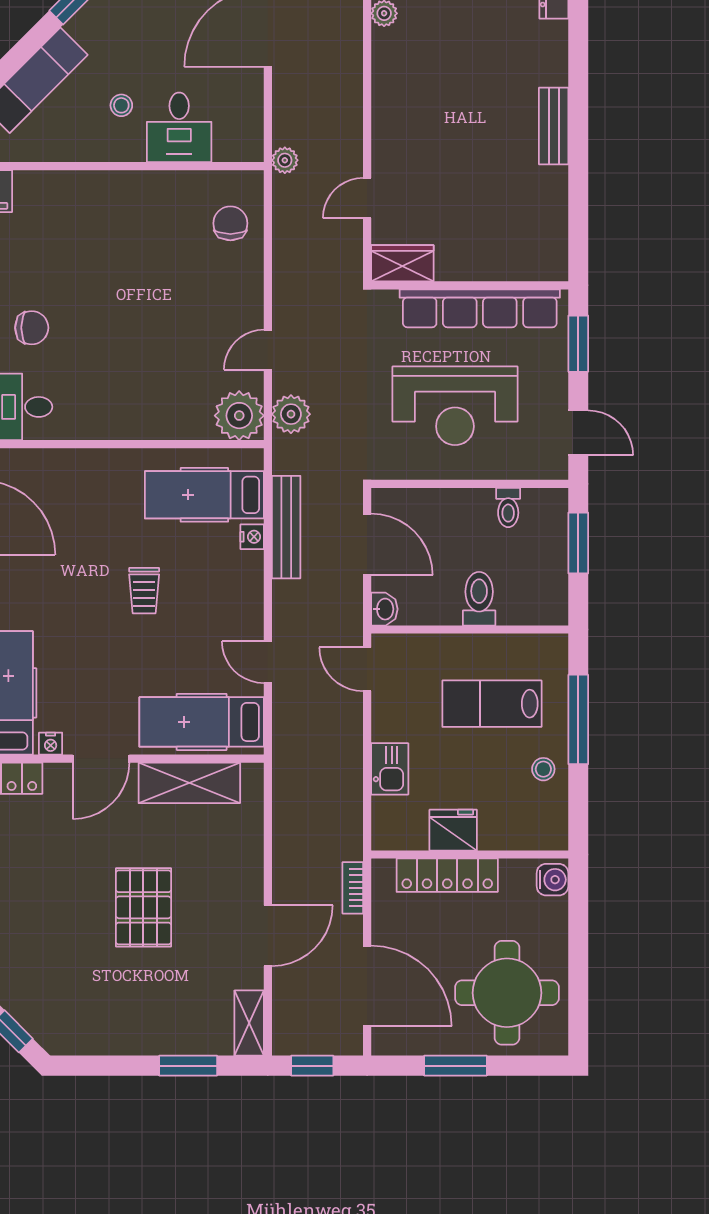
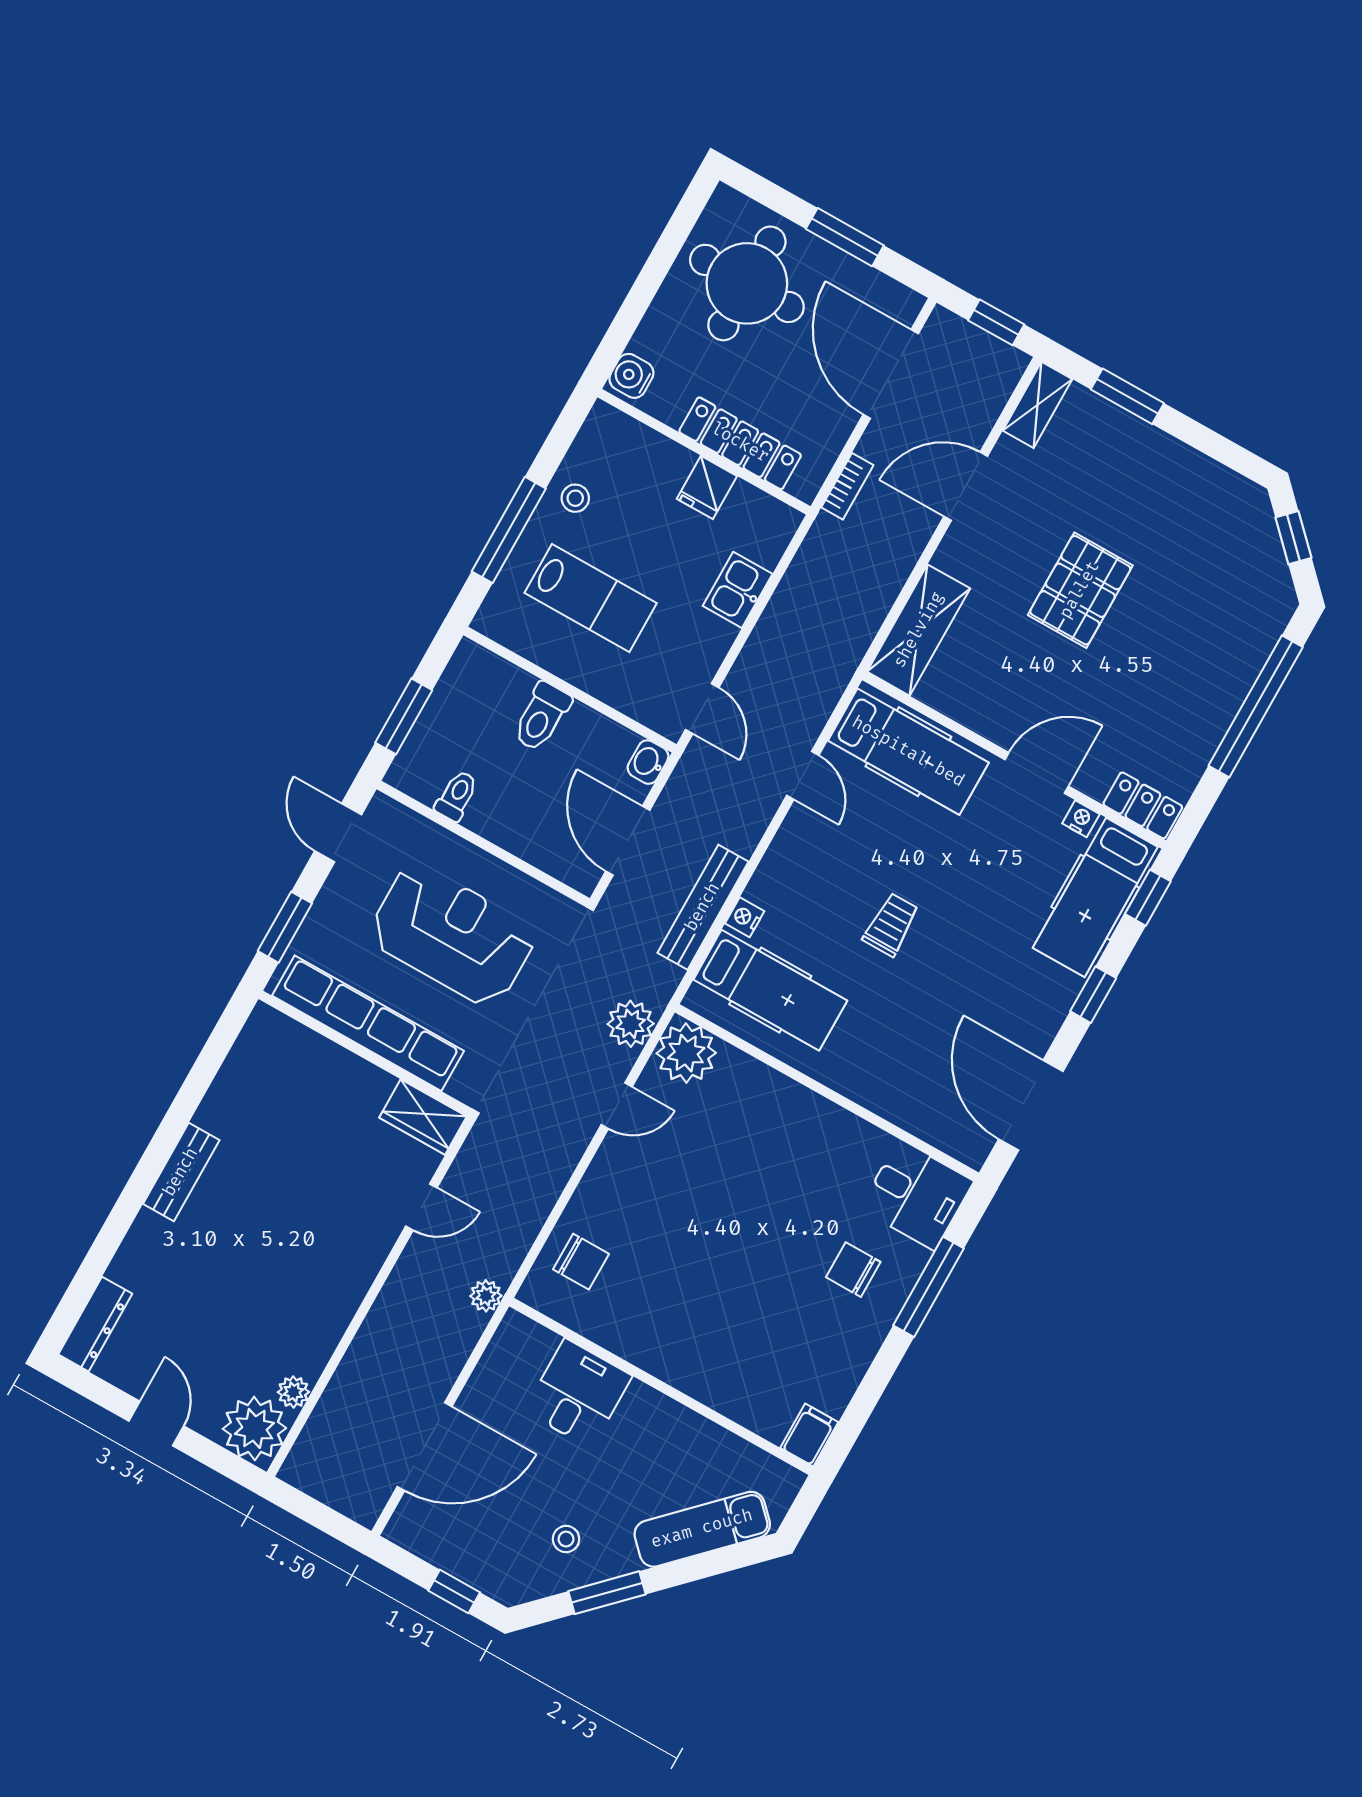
stool: (121, 105) -> (566, 1539), moved
chair: (230, 223) -> (581, 1262), turned -90
shelving: (189, 783) -> (919, 630), moved, turned 90
fridge: (453, 830) -> (707, 487), width x0.72

